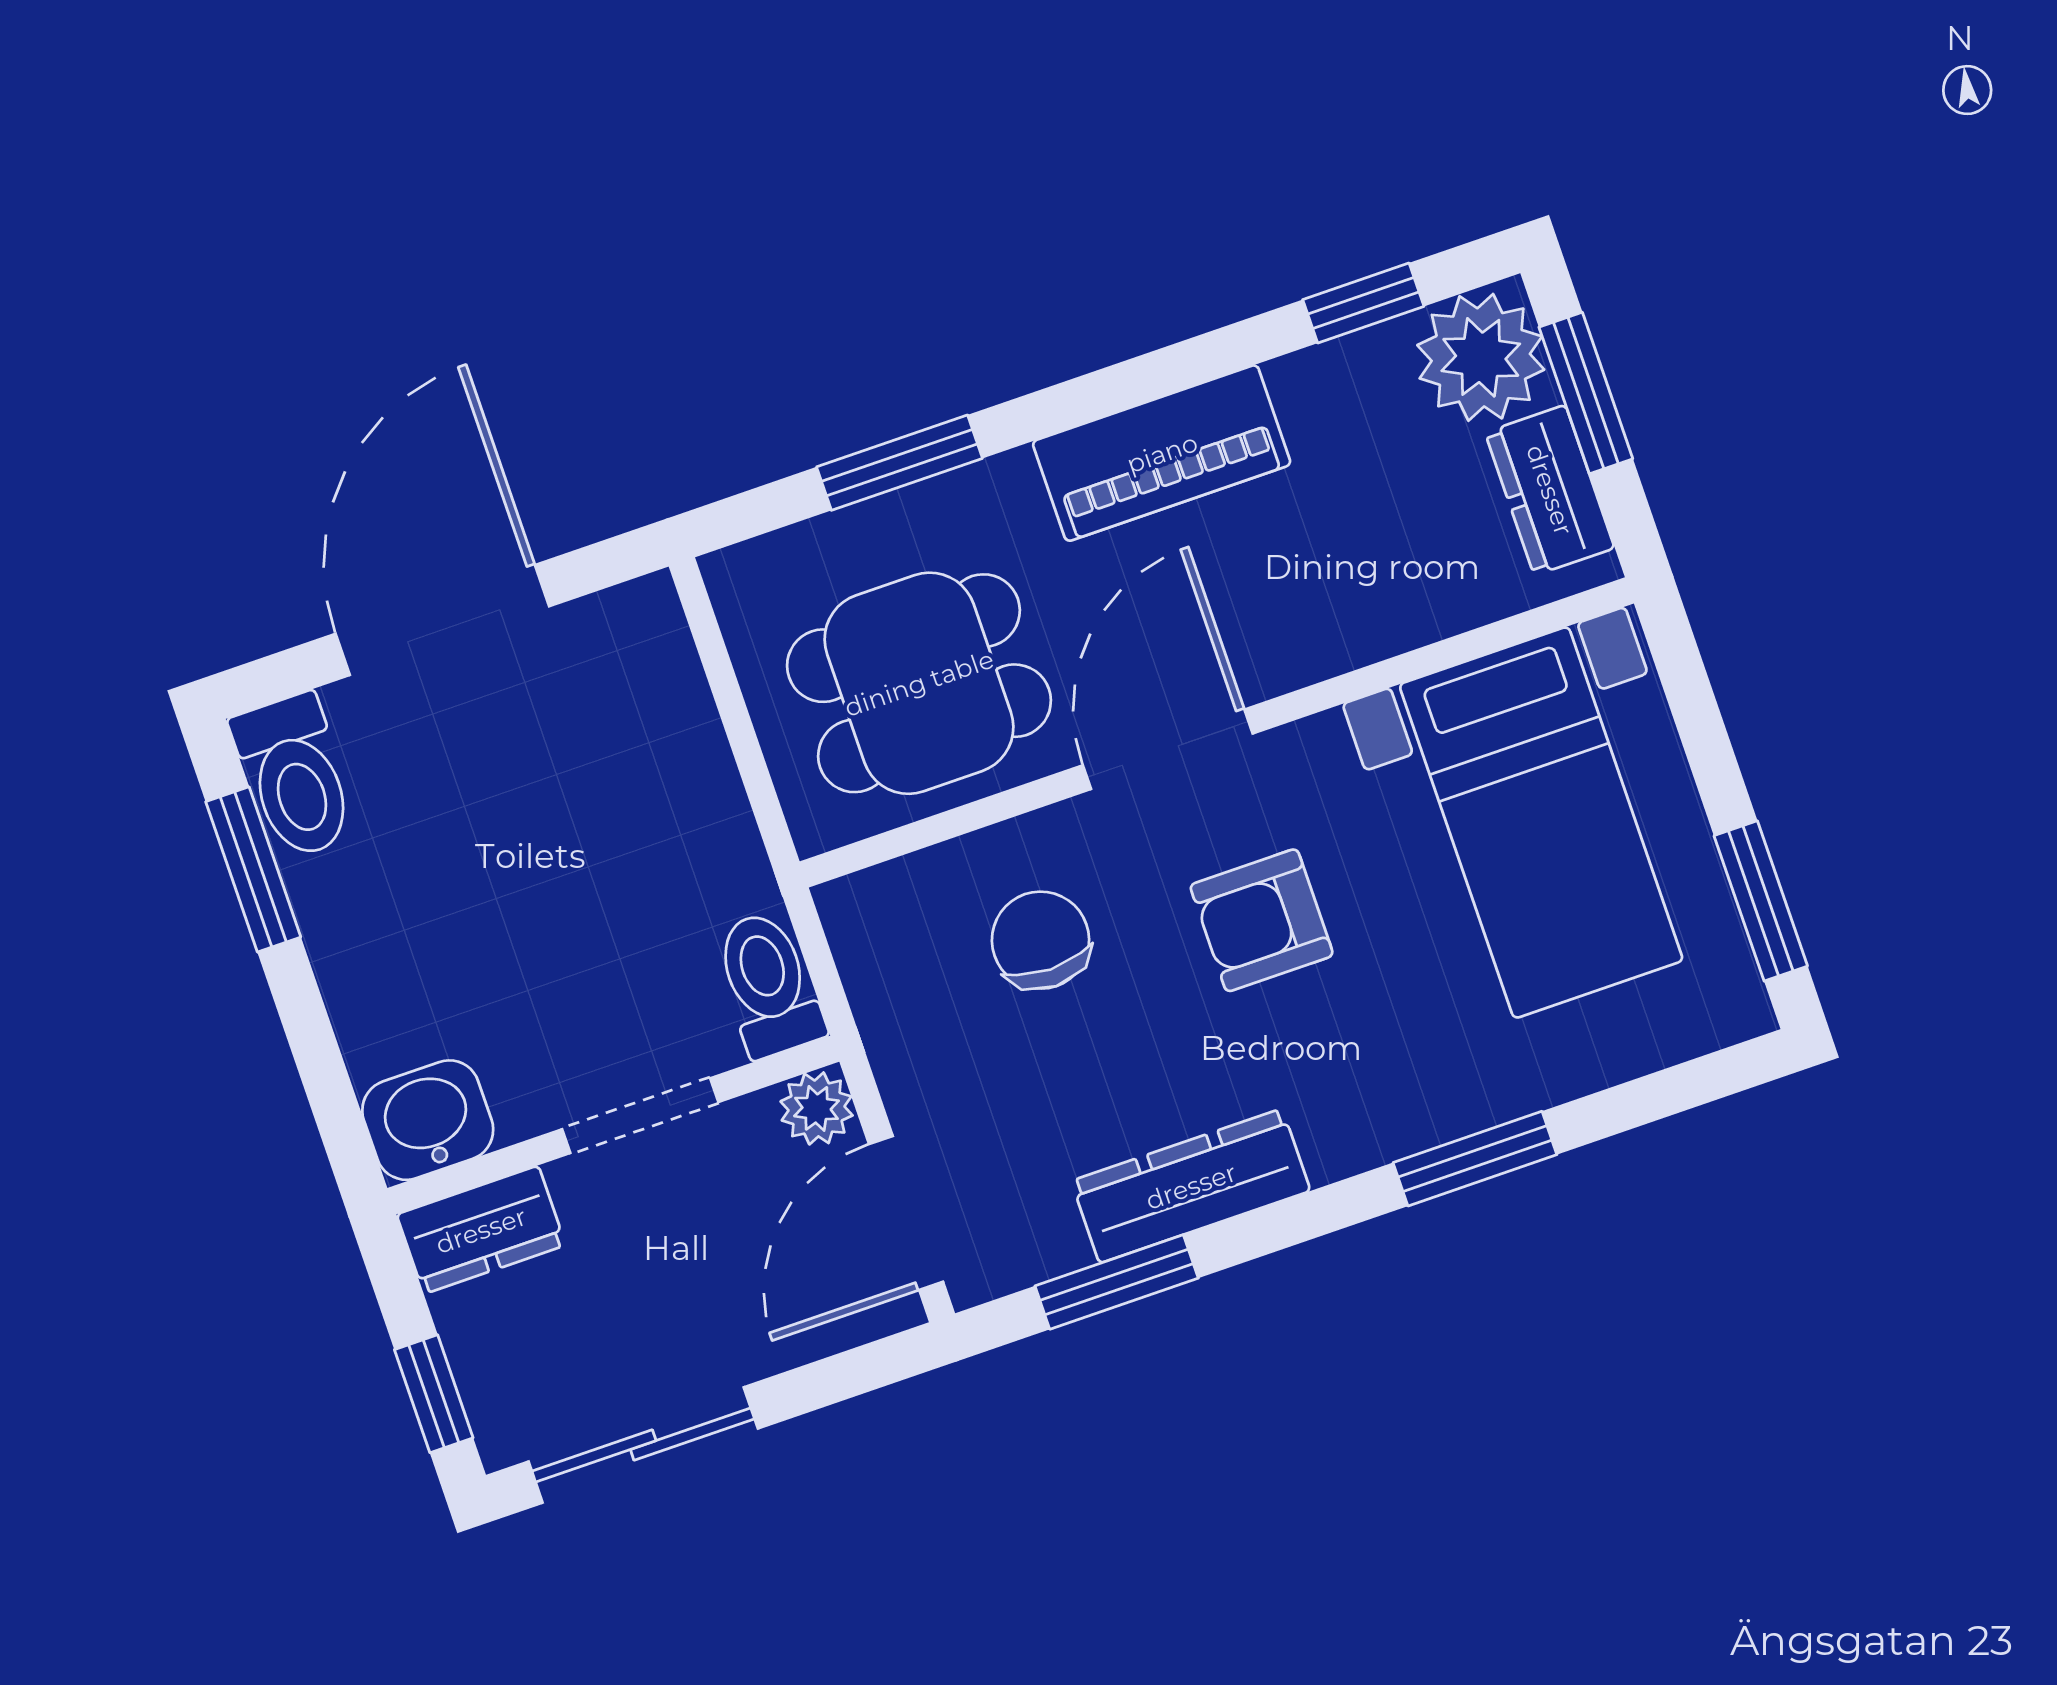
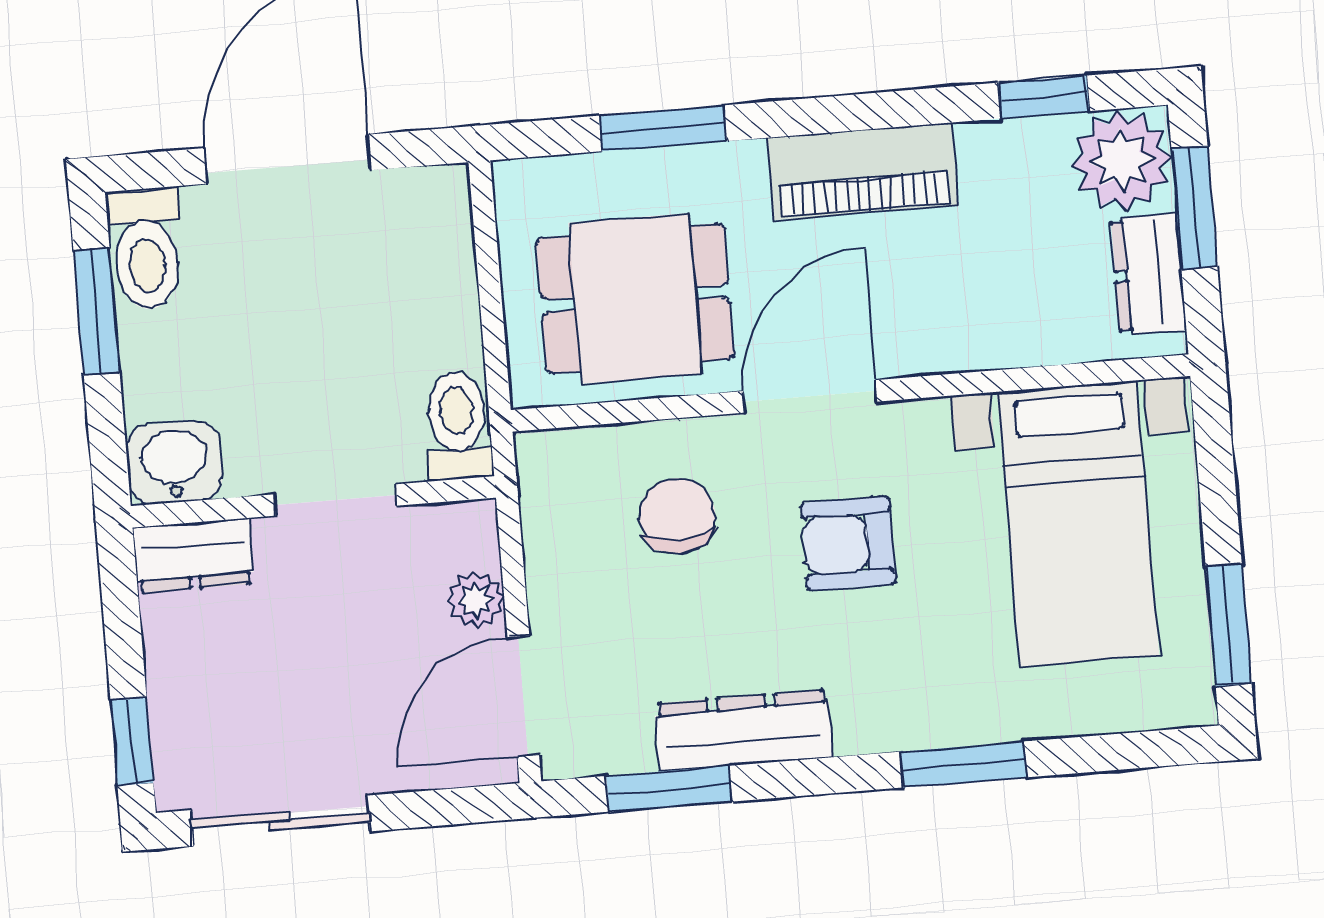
toilet: (768, 984) -> (458, 425), moved
doorway: (640, 1116) -> (335, 500), moved
washbasin: (428, 1120) -> (174, 463), moved
wall: (613, 1125) -> (313, 502), moved
dresser: (481, 1230) -> (193, 556), moved

